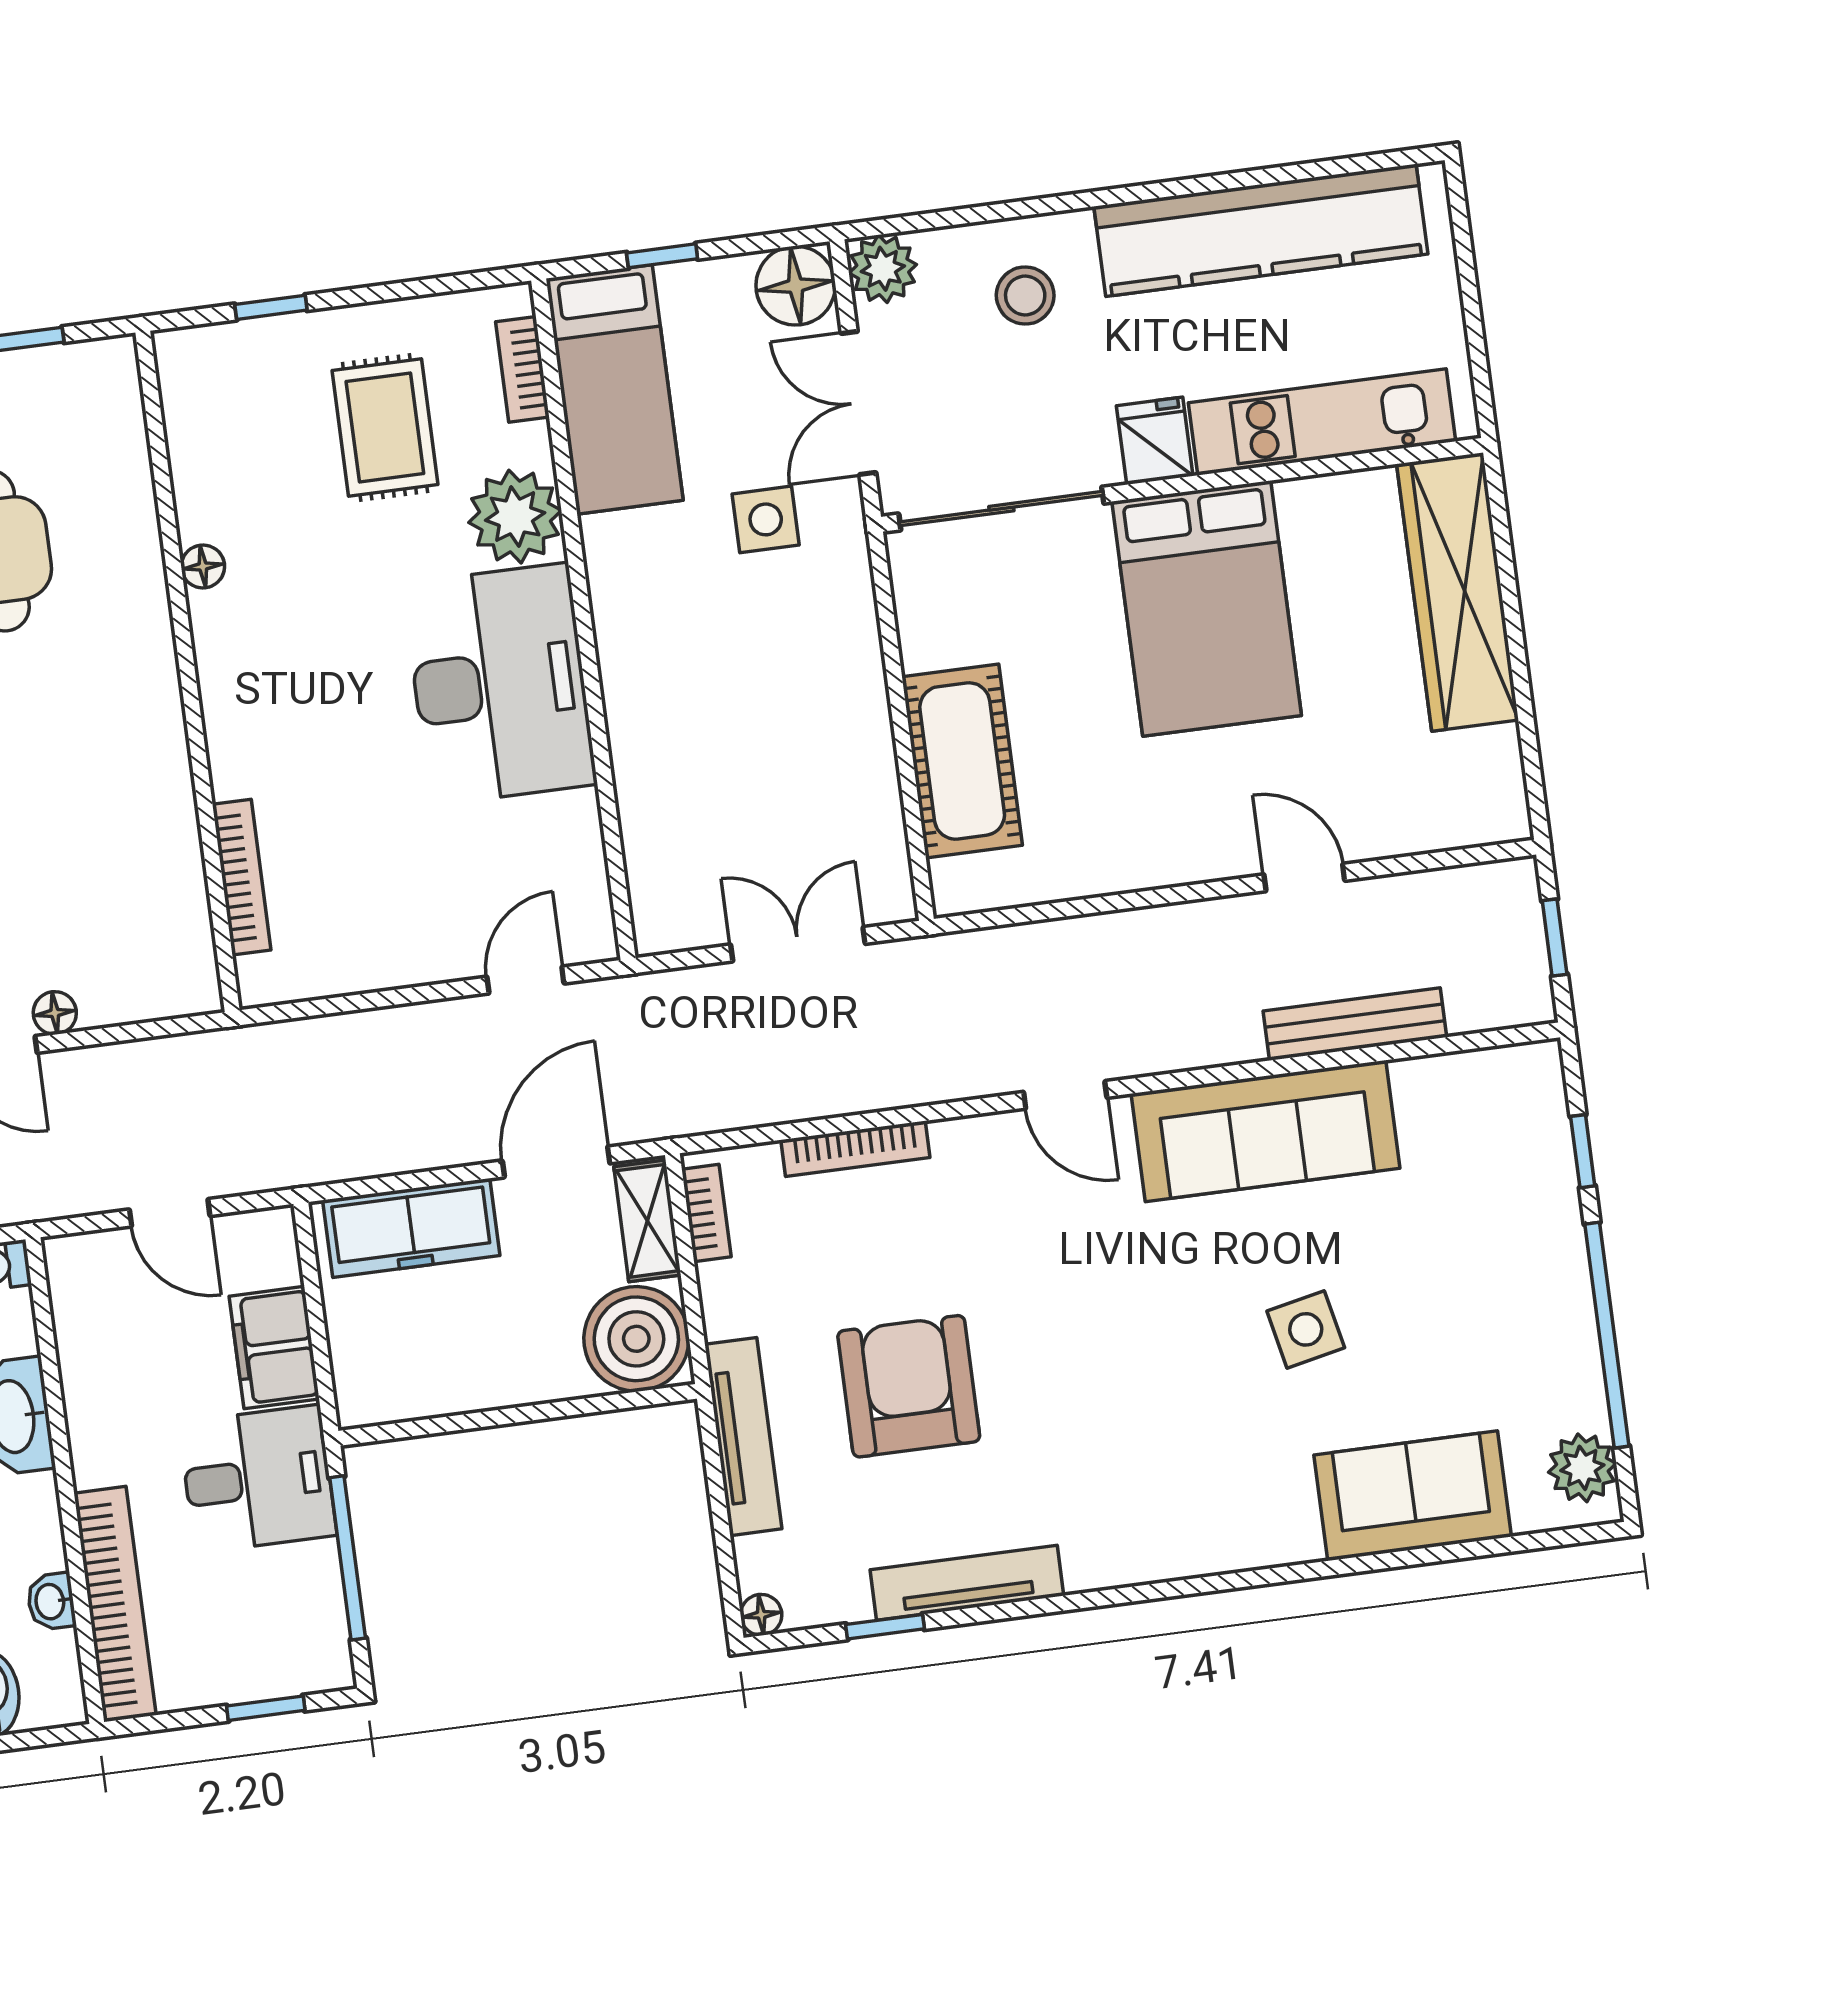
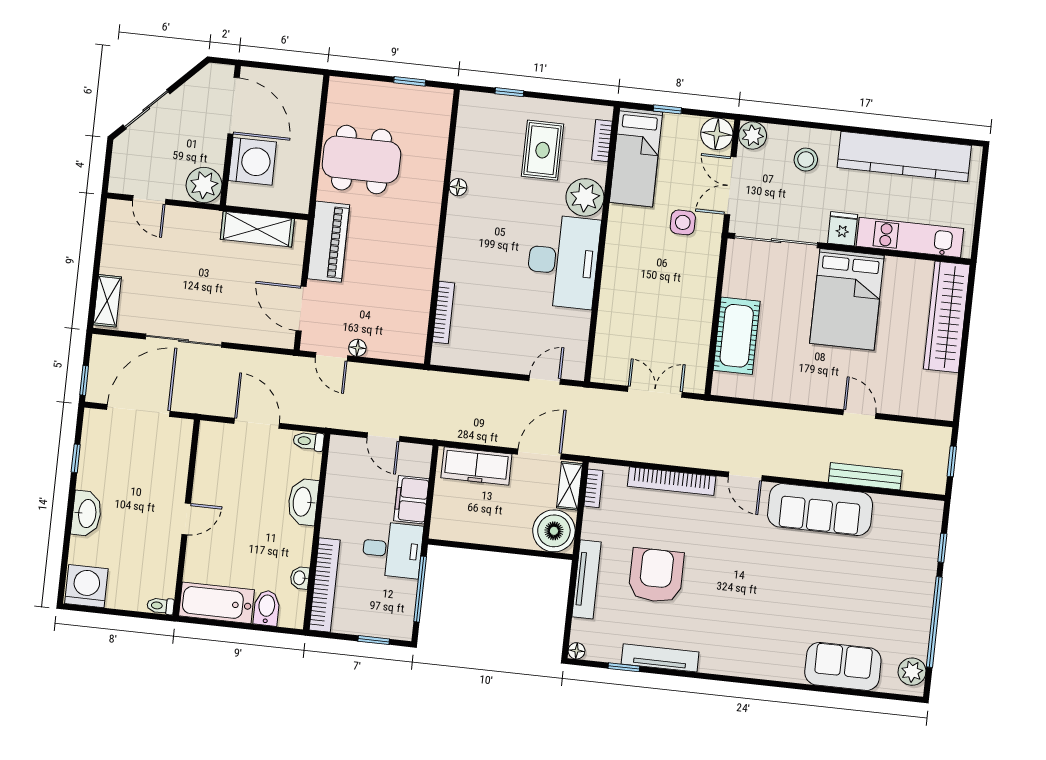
bookcase: (855, 1149) -> (672, 481), width x1.48, depth x1.31
side table: (1306, 1329) -> (817, 591), removed

